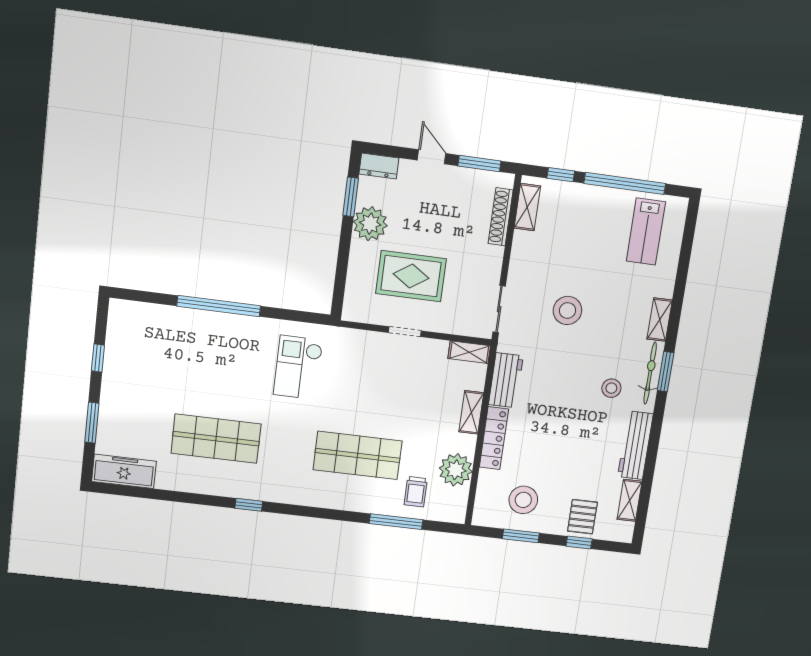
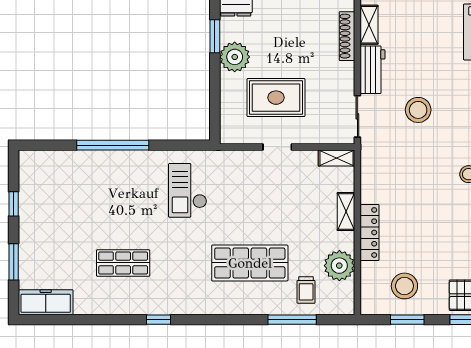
workbench: (506, 380) -> (373, 70), moved
shop shelf: (216, 439) -> (123, 263), width x0.70, depth x0.74

